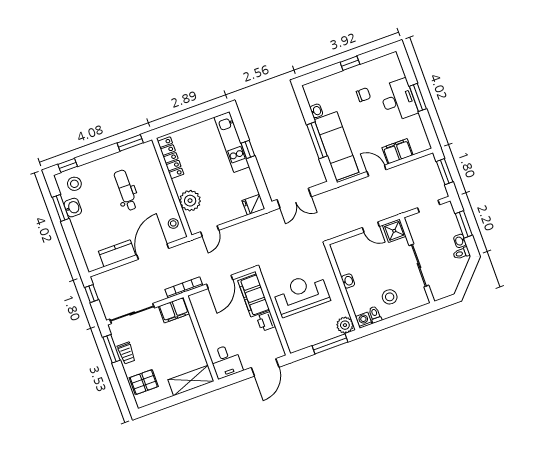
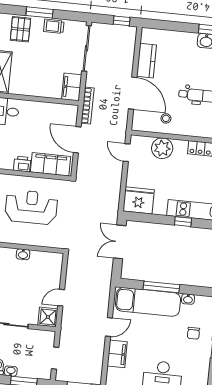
chair: (363, 95) -> (193, 333), moved
fridge: (253, 205) -> (139, 200), width x1.88, depth x1.34
stool: (173, 223) -> (166, 118), moved
reception desk: (301, 294) -> (31, 207), turned -90
window: (112, 349) -> (39, 12), moved

